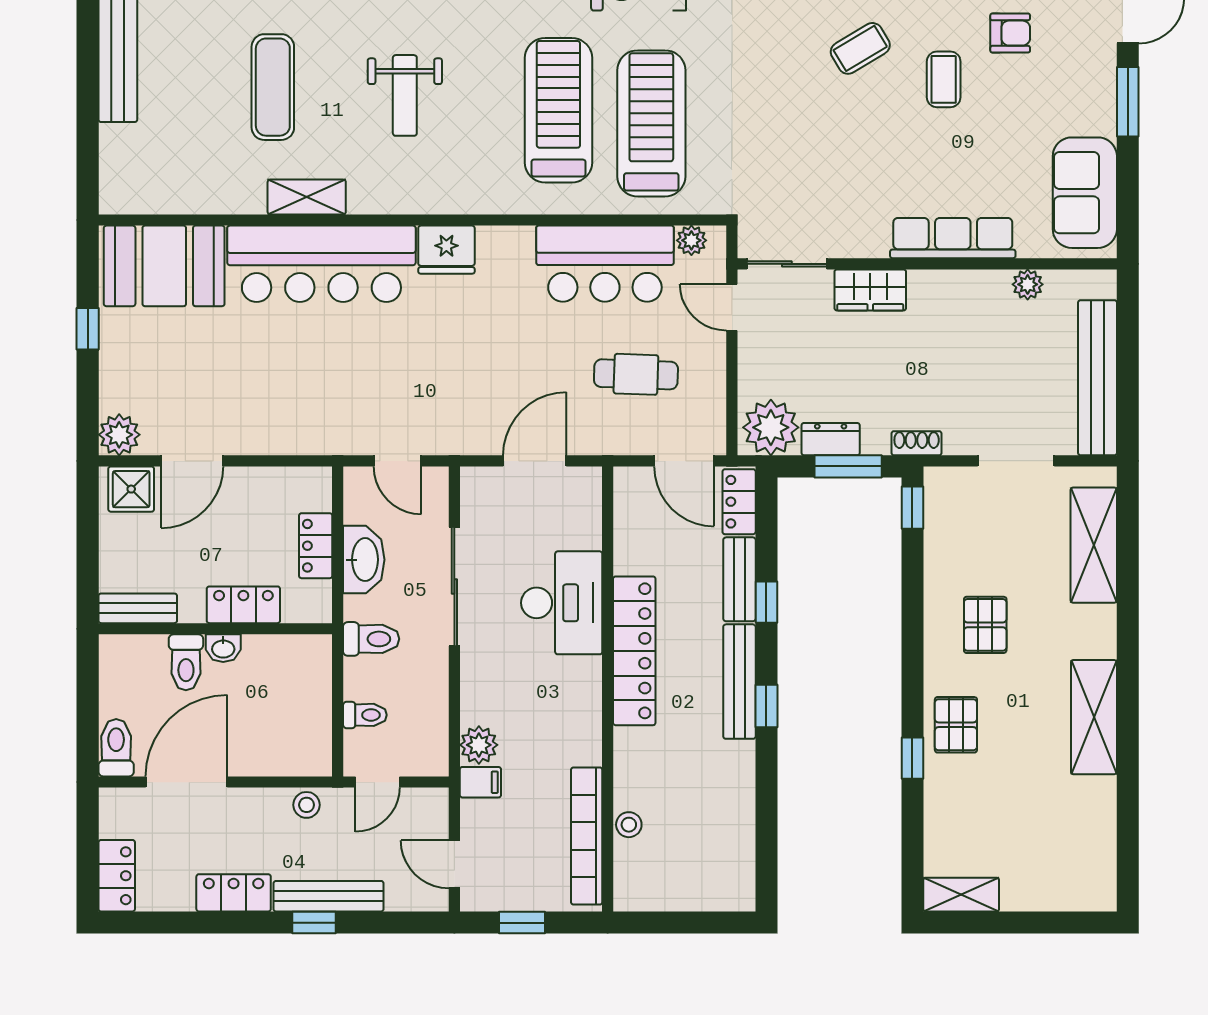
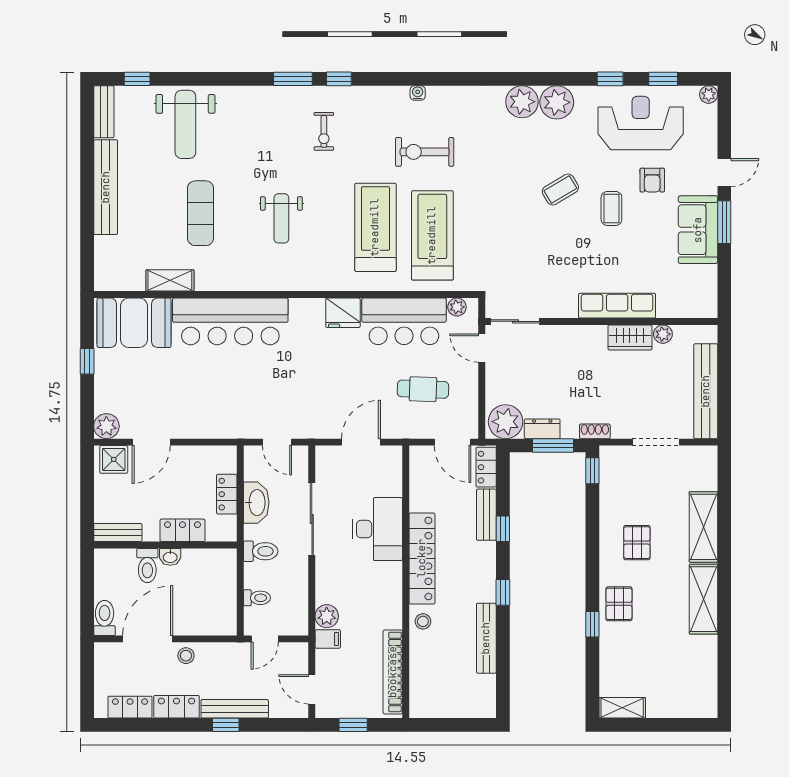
armchair: (1010, 33) -> (652, 180), turned 90
sofa: (1085, 193) -> (698, 230), moved
shelving: (307, 197) -> (170, 280), moved
fridge: (446, 250) -> (343, 313), moved
wardrobe: (870, 290) -> (630, 337), moved
shelving: (1094, 545) -> (703, 527), moved
bench: (739, 682) -> (486, 638), moved
stool: (307, 805) -> (186, 656), moved
stool: (629, 825) -> (423, 621), moved
locker: (117, 876) -> (130, 707), moved, turned -90

